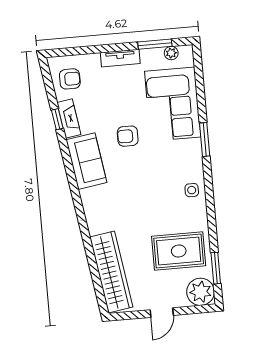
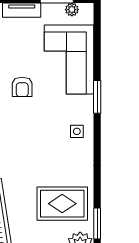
armchair: (128, 136) -> (22, 87), turned -90
side table: (192, 190) -> (77, 131), moved

